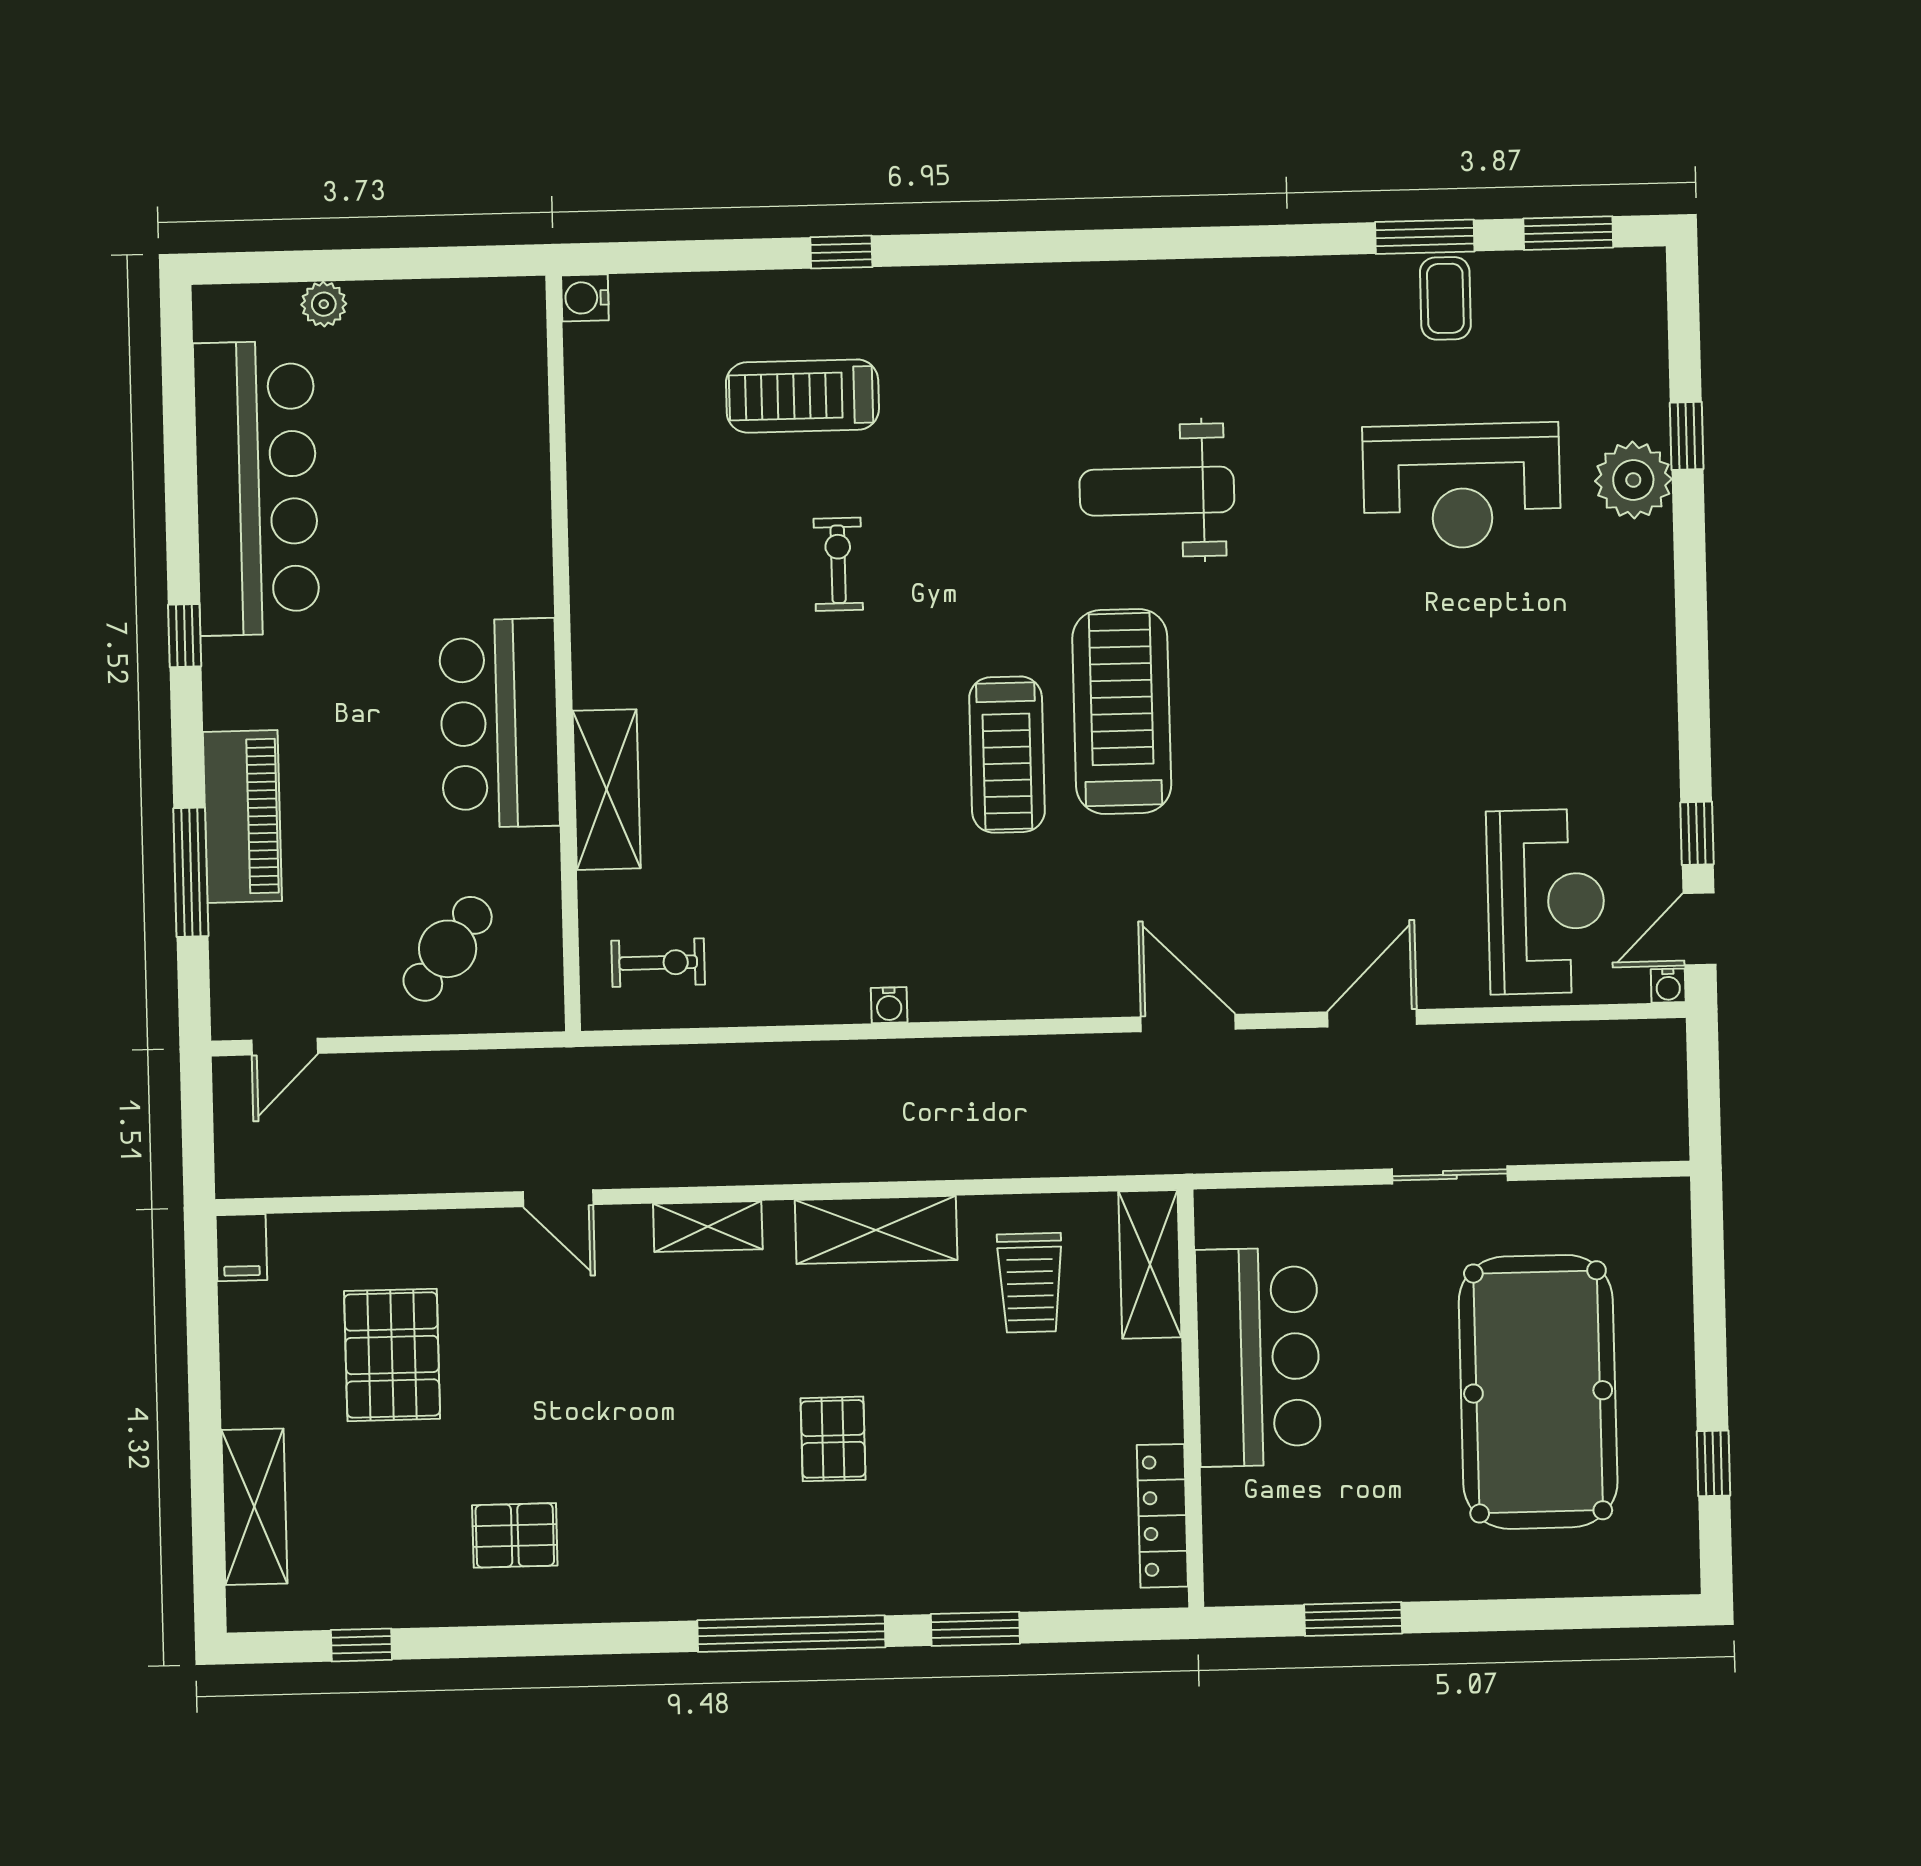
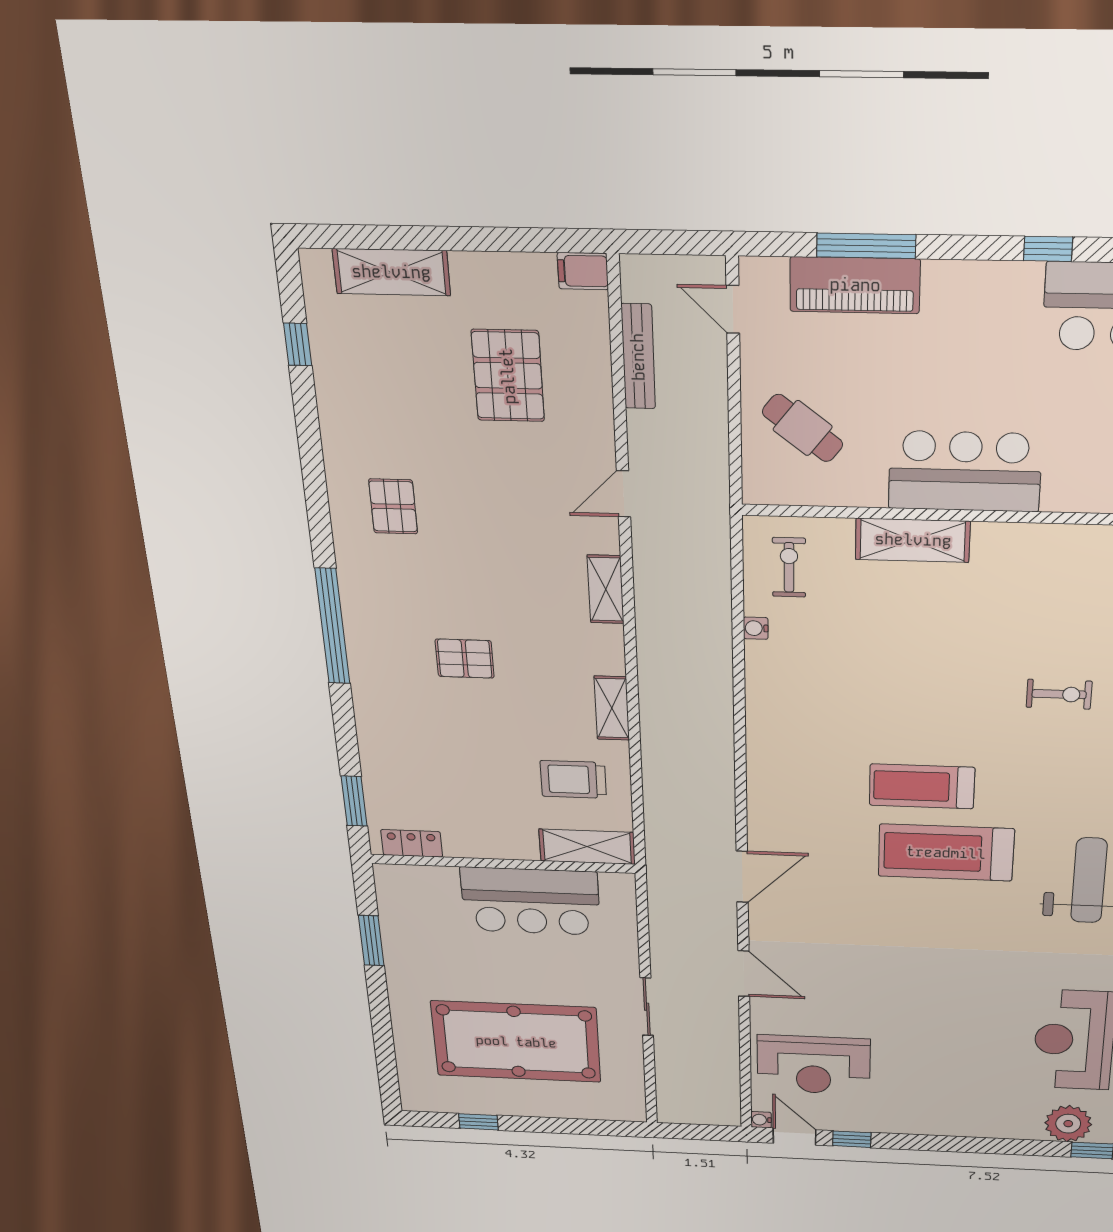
treadmill: (1122, 711) -> (946, 853), turned 180
piano: (242, 816) -> (855, 285), moved
exercise bike: (658, 963) -> (789, 567), turned 180
water cooler: (889, 1005) -> (756, 628), moved
bench: (356, 1175) -> (638, 357), added
shelving: (876, 1230) -> (612, 708), width x0.67, depth x0.75
pallet: (392, 1355) -> (508, 376), turned 90
locker: (1162, 1516) -> (412, 843), width x0.66
pallet: (515, 1535) -> (393, 506), moved
window: (975, 1629) -> (354, 801), moved

